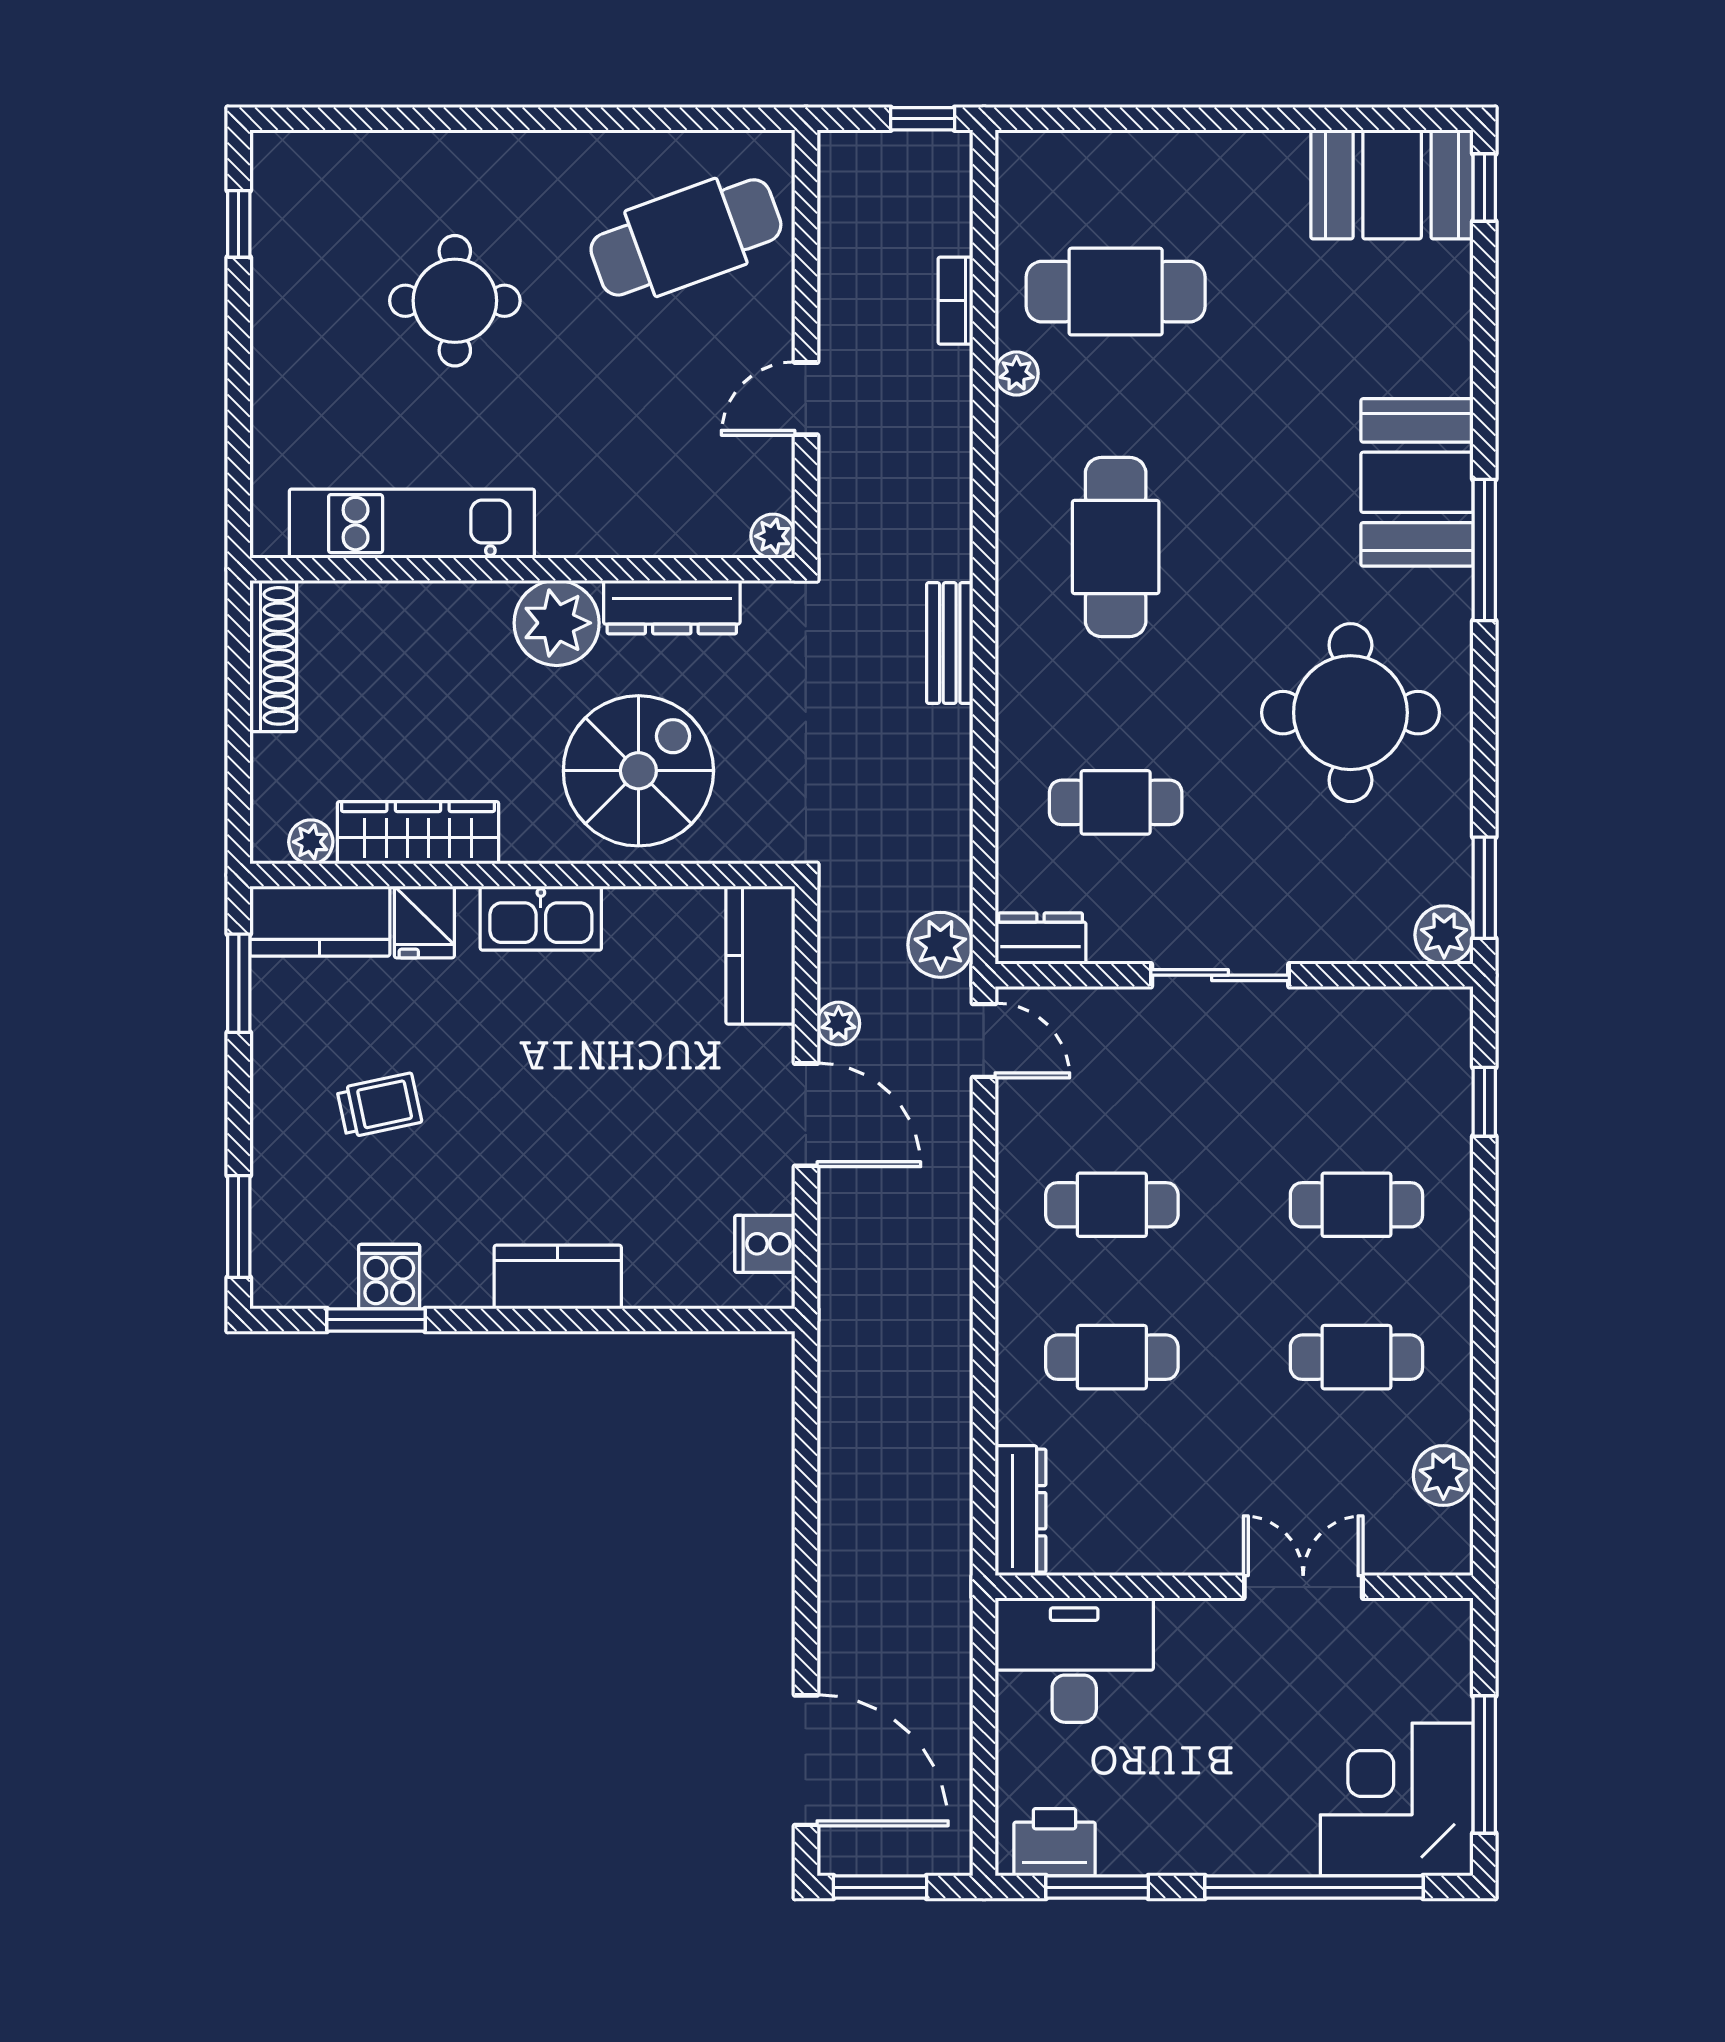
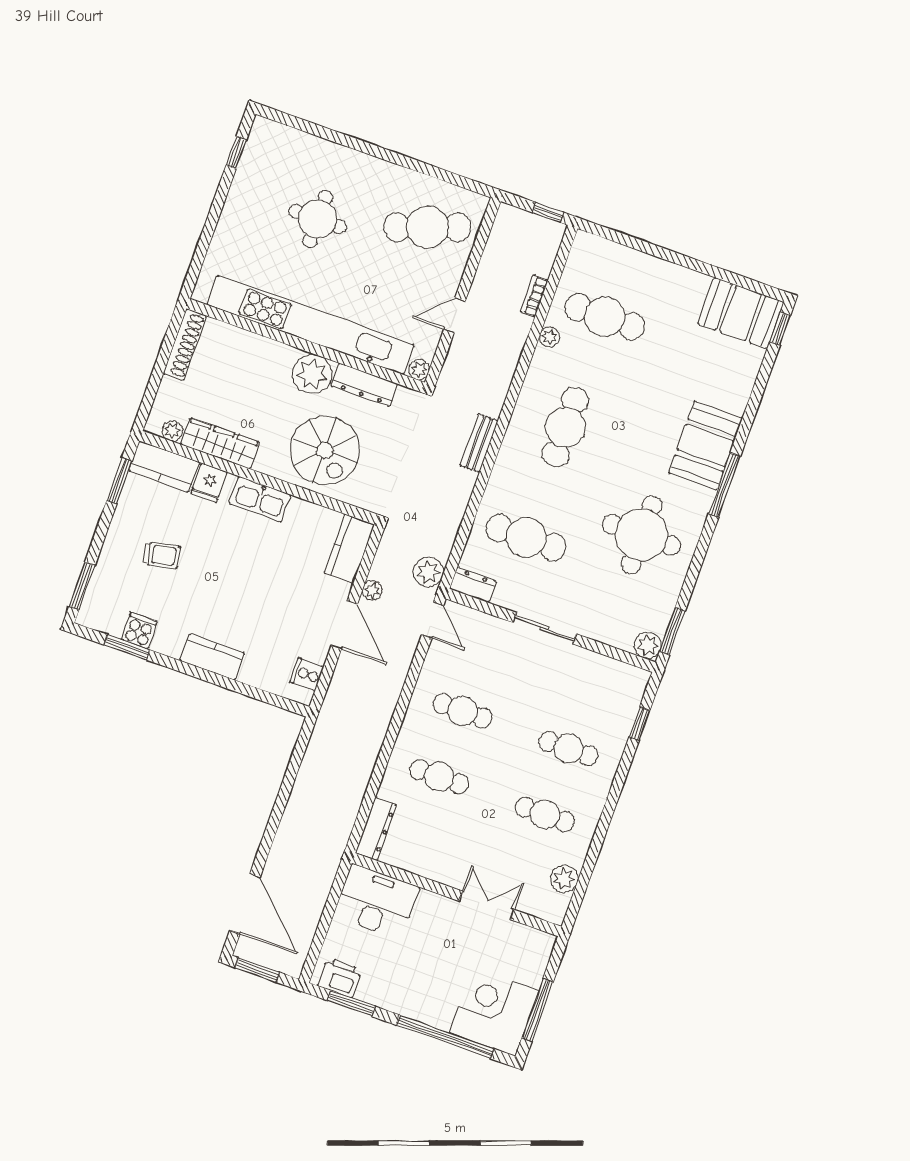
kitchen unit: (412, 524) -> (310, 325), width x1.86
spiral stairs: (638, 771) -> (325, 450), turned 90
cafe table: (1116, 802) -> (526, 538), width x1.37, depth x1.35

